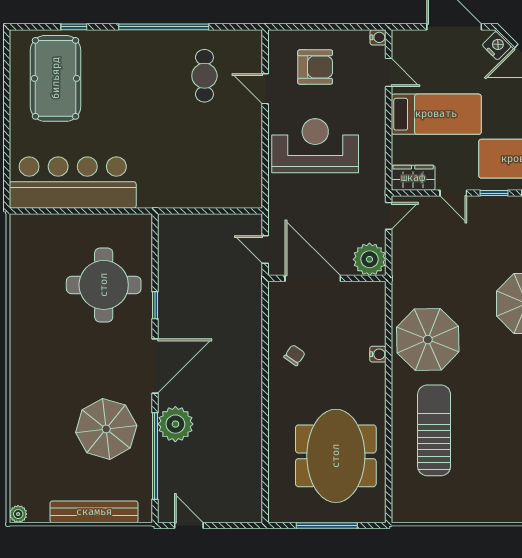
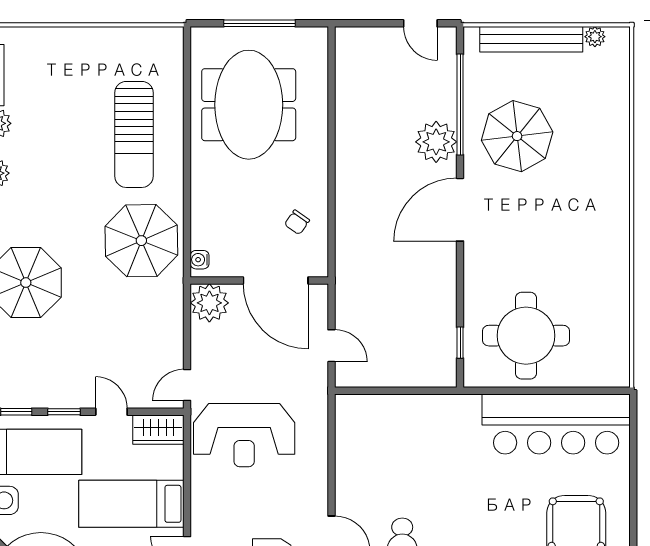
reception desk: (315, 146) -> (244, 435), moved
plant: (369, 259) -> (209, 303), moved
door: (313, 278) -> (276, 280), moved
wall: (327, 278) -> (259, 280), moved
round table: (104, 285) -> (526, 336), moved
window: (155, 305) -> (460, 343), moved
water cooler: (378, 354) -> (200, 260), moved
plant: (18, 514) -> (595, 37), moved

